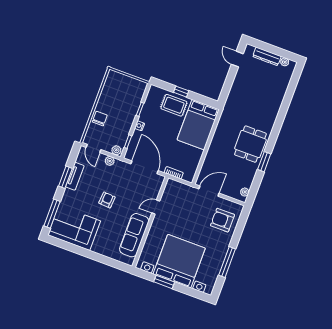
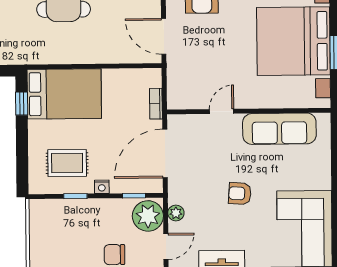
window: (181, 92) -> (22, 104), moved
rug: (174, 105) -> (67, 163), moved, turned 90
plant: (116, 150) -> (148, 216), width x1.88, depth x1.88
door: (156, 207) -> (222, 111), swing flipped

